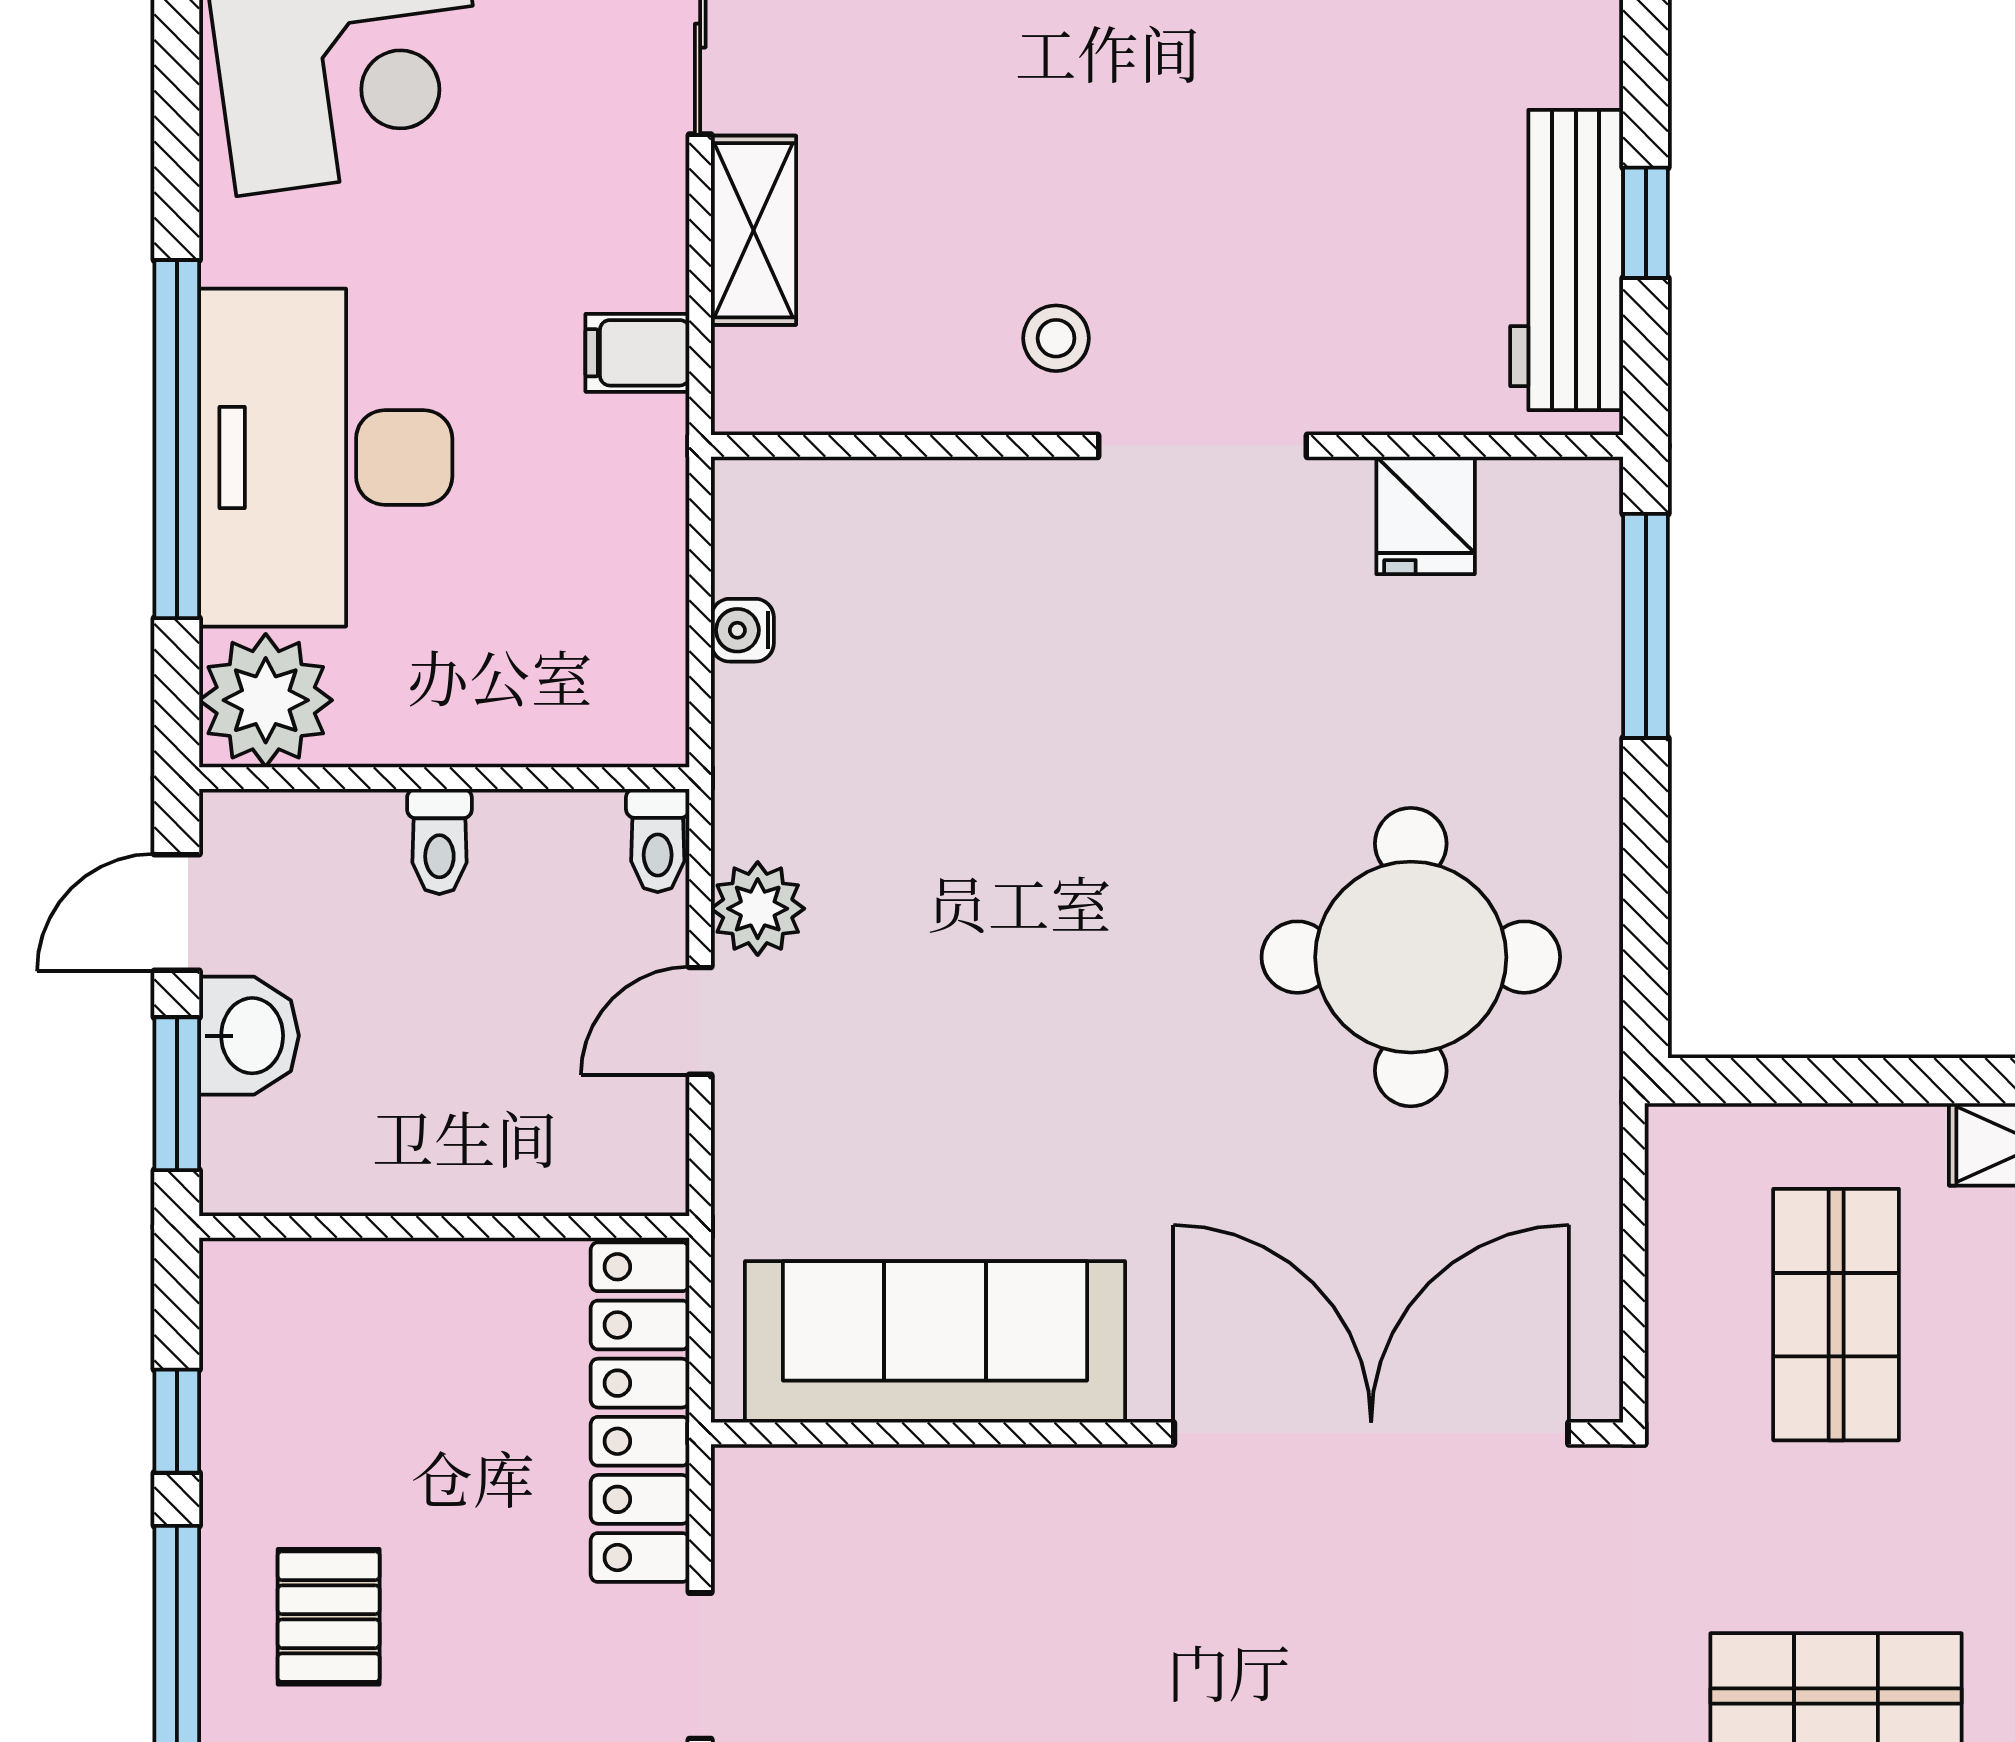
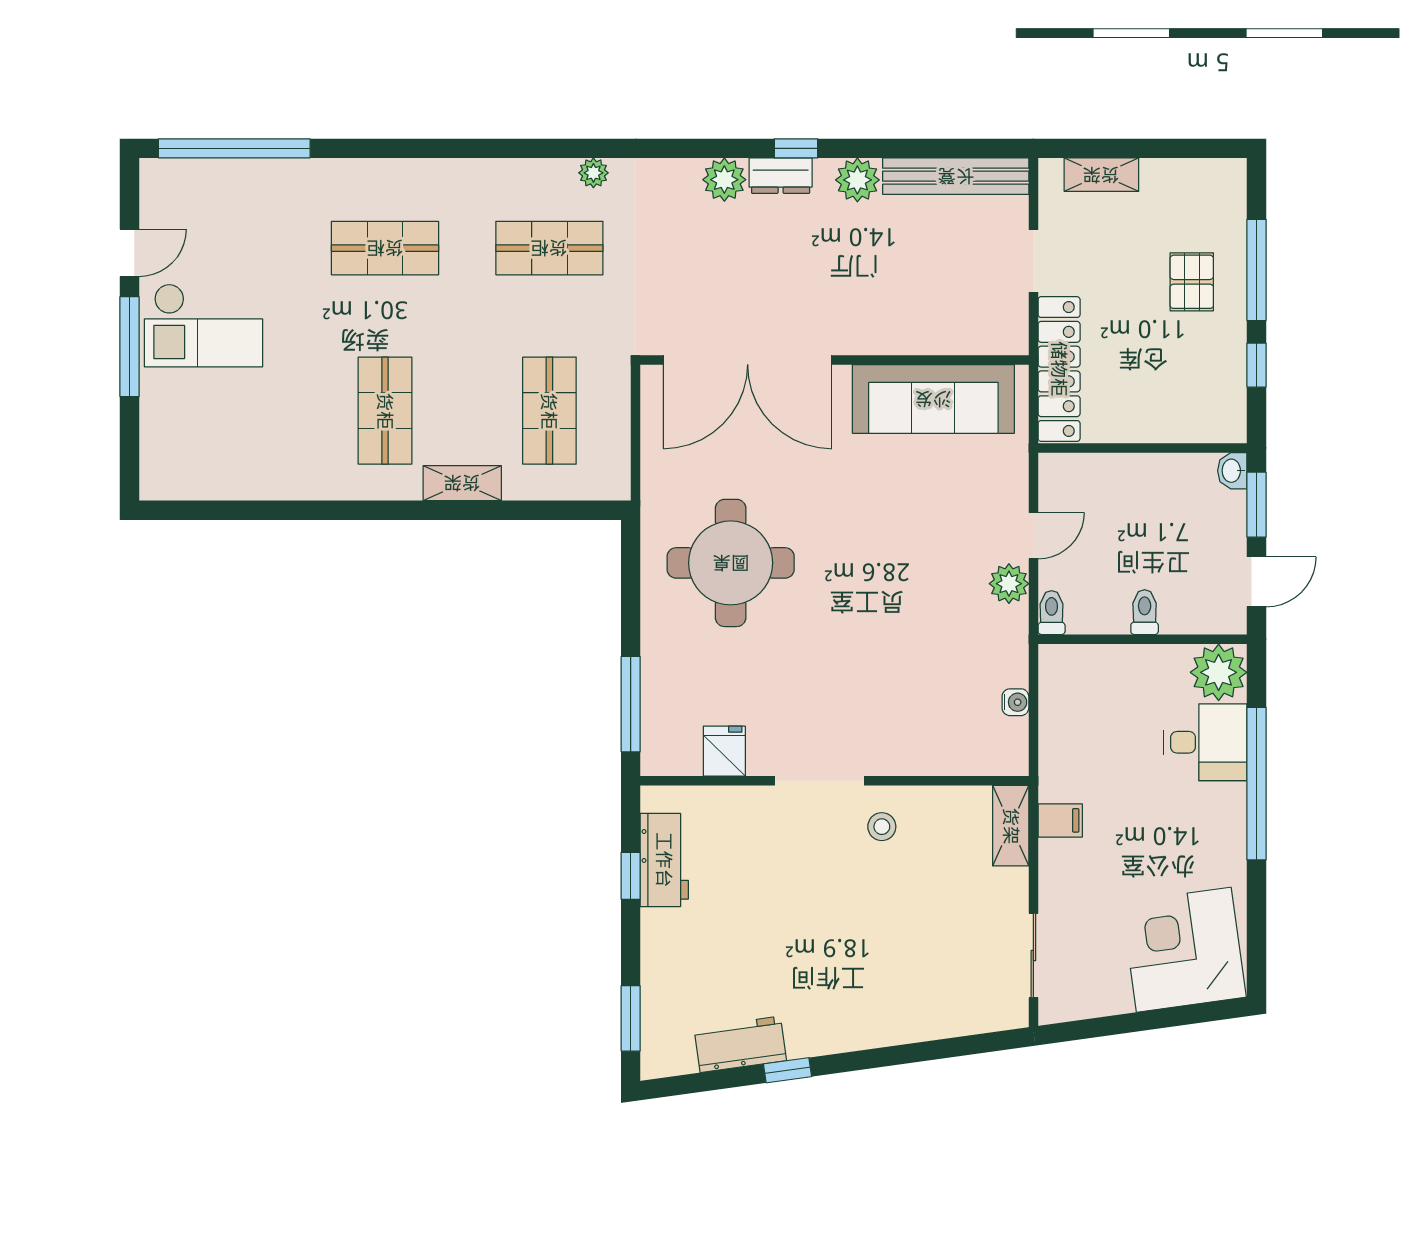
shelving: (754, 230) -> (1011, 826), moved
workbench: (1567, 260) -> (664, 860), width x0.73
desk: (326, 458) -> (1205, 742), width x0.53, depth x0.77
washbasin: (249, 1036) -> (1232, 471), moved, width x0.72, depth x0.69

